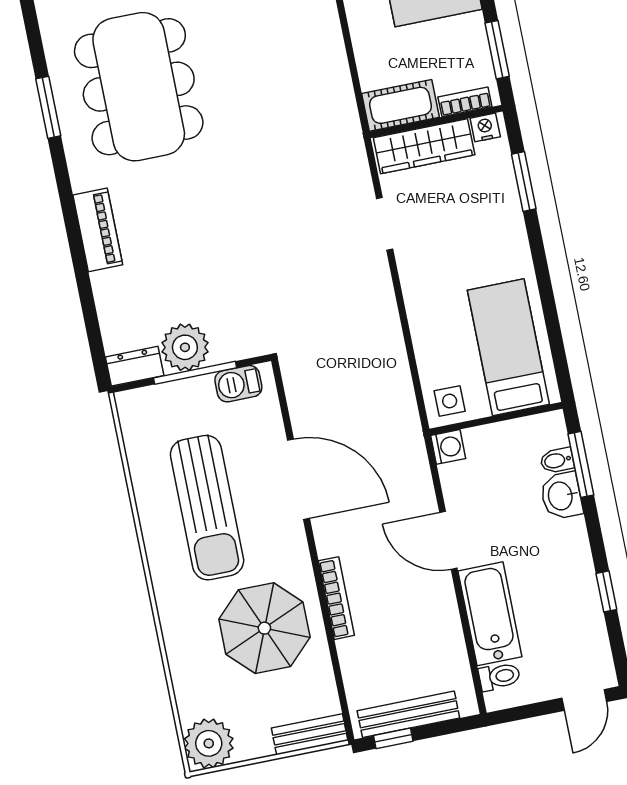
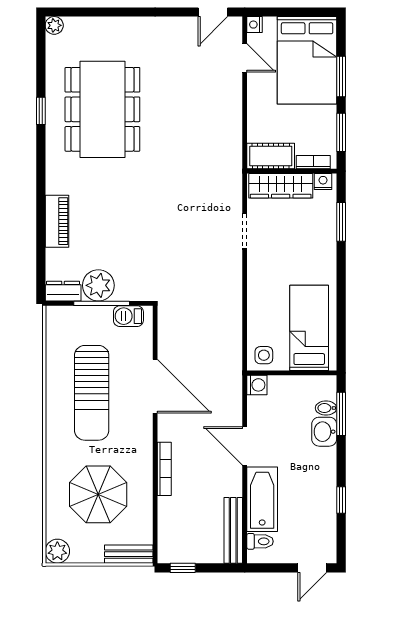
window: (48, 107) -> (41, 111), width x0.67
piano: (98, 230) -> (57, 221), moved
parasol: (264, 628) -> (98, 494), moved
bench: (408, 714) -> (233, 530), moved, turned 90
plant: (209, 743) -> (57, 551), width x0.73, depth x0.73

